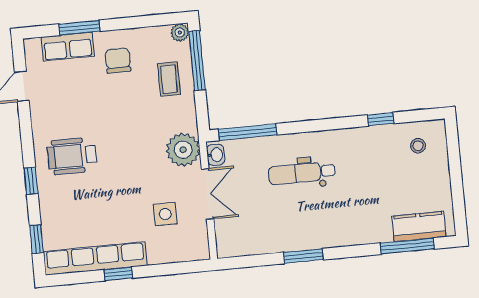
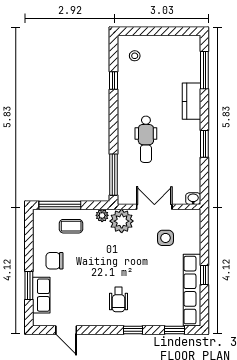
plant: (180, 32) -> (102, 215), moved
washbasin: (216, 155) -> (193, 199), moved
wheelchair: (72, 156) -> (118, 300), width x0.73, depth x0.73
kitchen counter: (419, 226) -> (191, 101), moved

